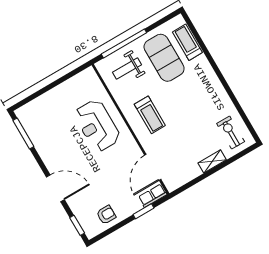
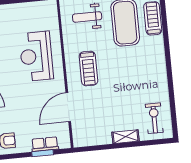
door: (153, 167) -> (68, 107), moved
row of seats: (153, 196) -> (45, 144), moved

